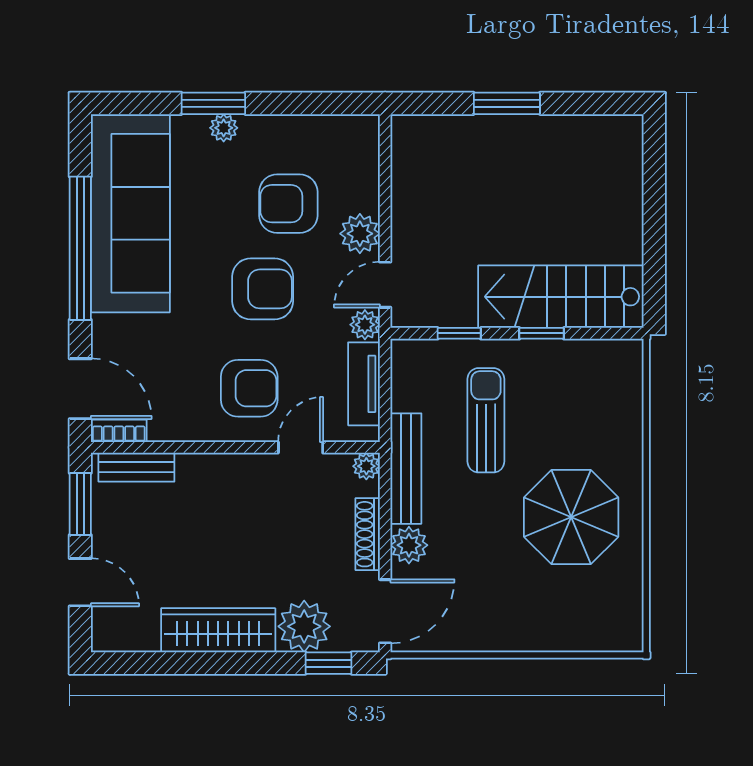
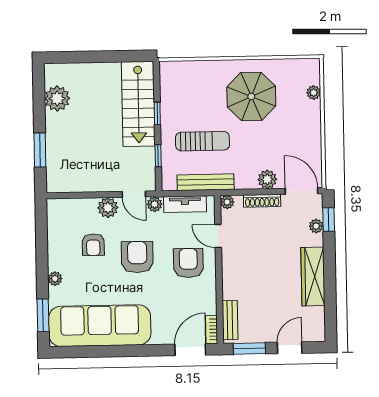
window: (213, 103) -> (43, 315), moved
window: (507, 103) -> (40, 150), moved
plant: (574, 139) -> (57, 98), added
armchair: (288, 204) -> (93, 245), width x0.72, depth x0.72
window: (80, 248) -> (118, 351), removed
sun lounger: (486, 420) -> (202, 141), turned 180
bench: (406, 469) -> (206, 182), moved
plant: (304, 626) -> (316, 226), width x0.53, depth x0.53
plant: (576, 639) -> (314, 93), added

